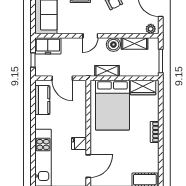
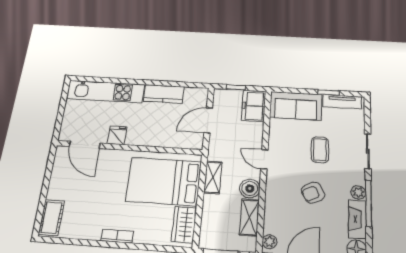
kitchen counter: (42, 100) -> (164, 94), moved

